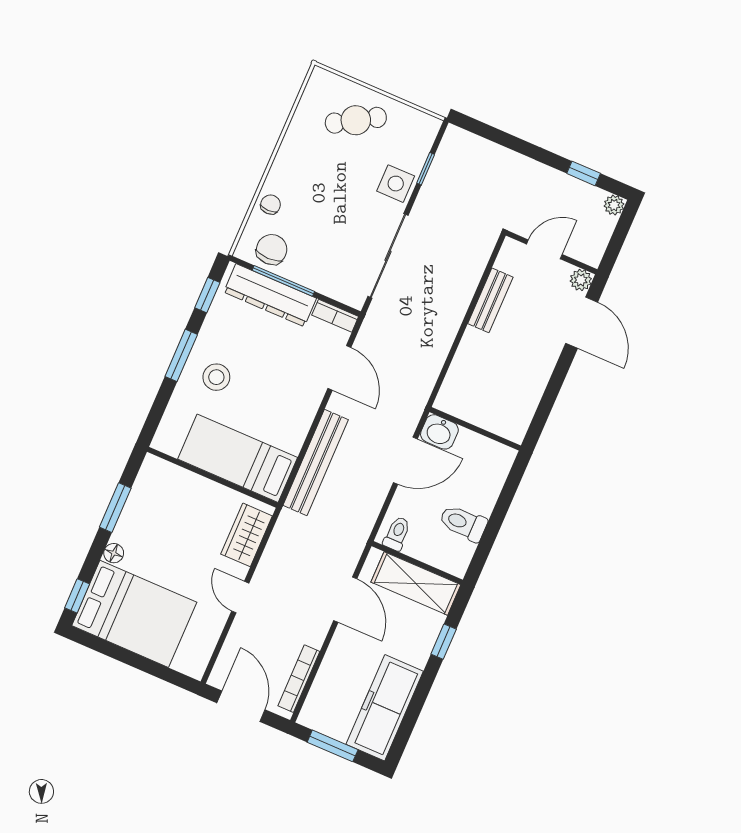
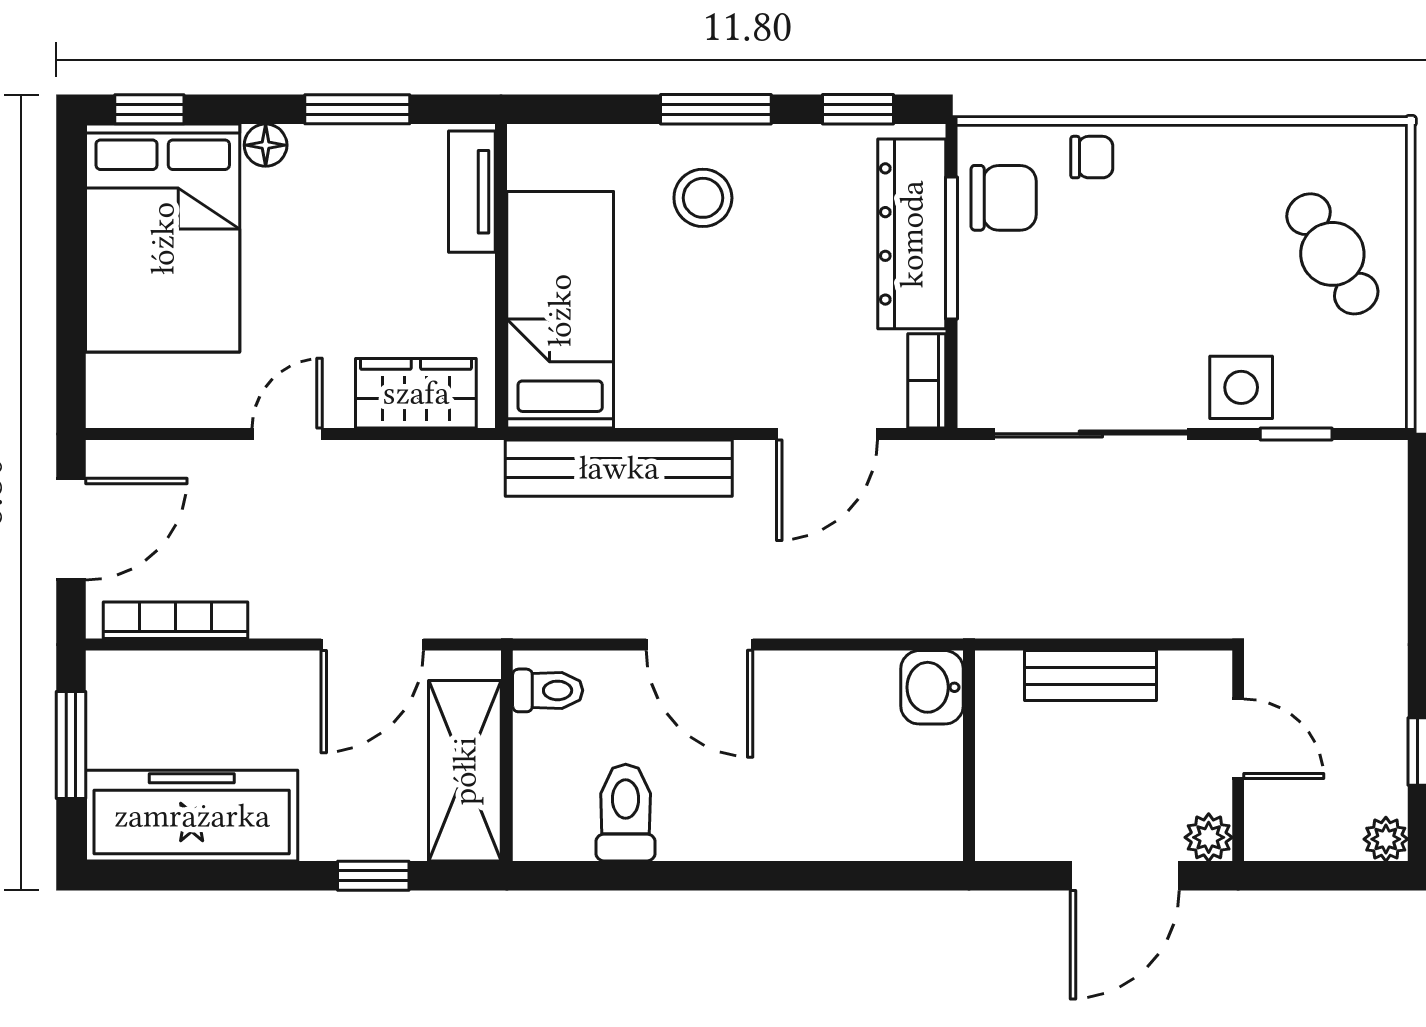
wall: (475, 429) -> (969, 756), moved
washbasin: (439, 432) -> (932, 687), moved
tv unit: (171, 474) -> (472, 192), added

